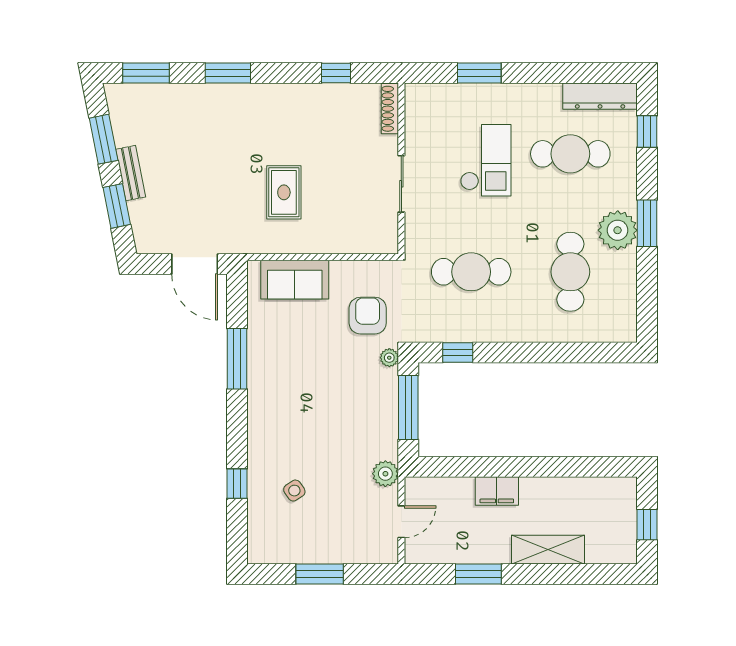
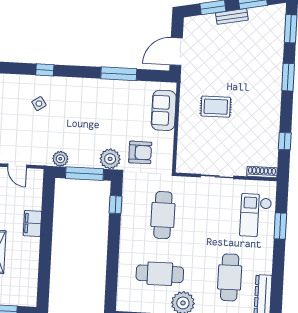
checkout: (486, 160) -> (256, 215), moved, turned 90
plant: (389, 358) -> (110, 159), width x1.88, depth x1.88
plant: (385, 474) -> (60, 159), moved

